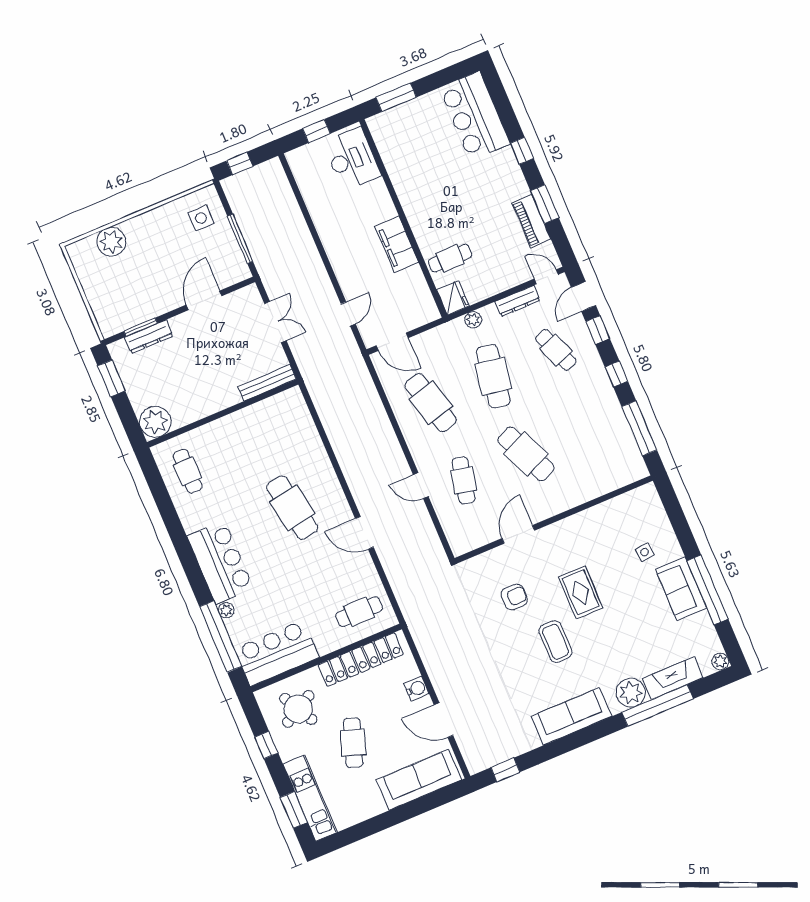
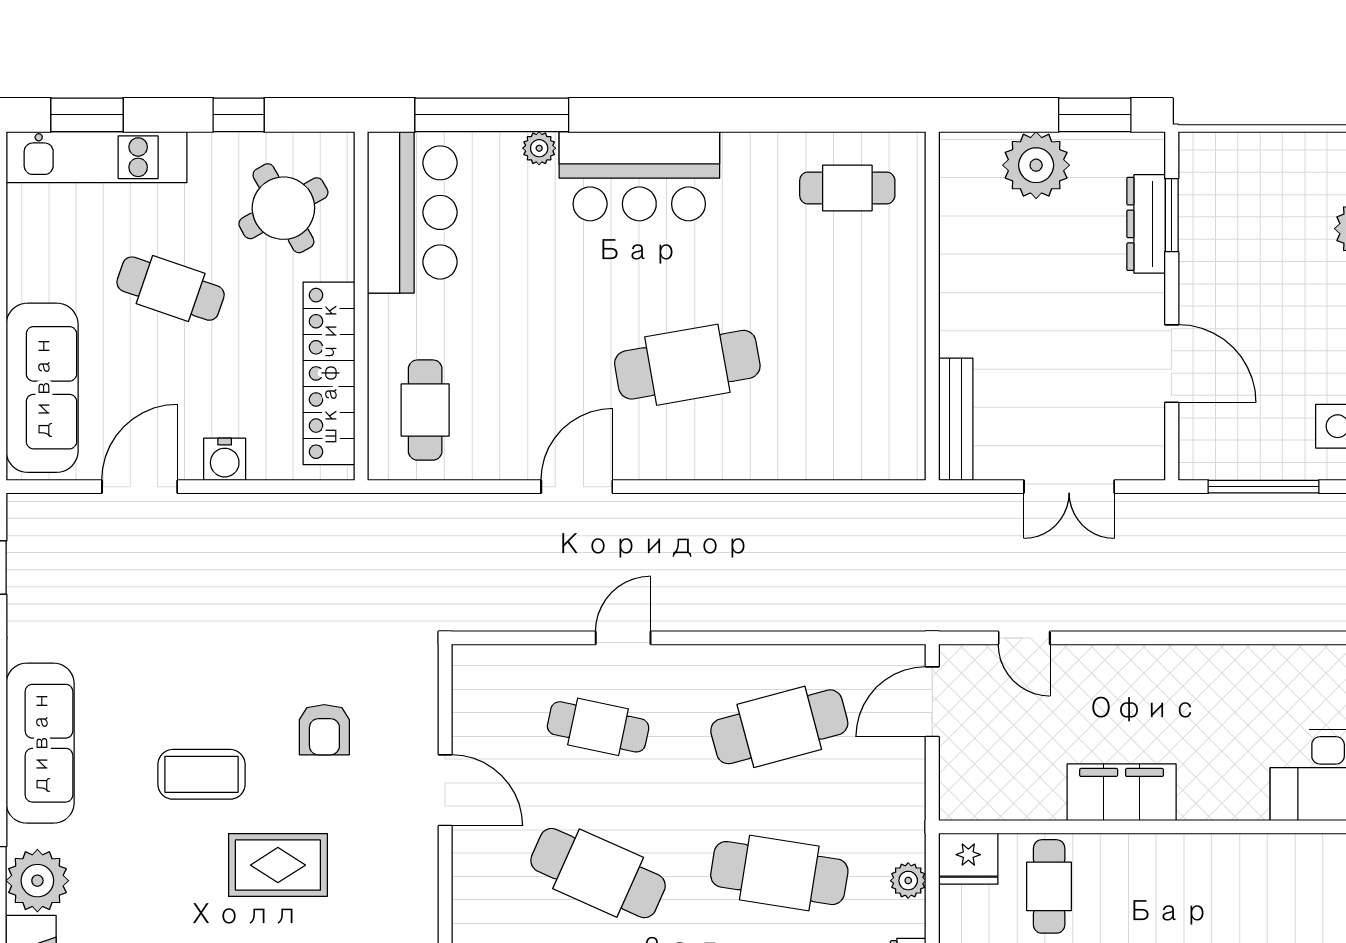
plant: (155, 422) -> (1036, 165), moved
cafe table: (526, 454) -> (598, 873), turned 48

